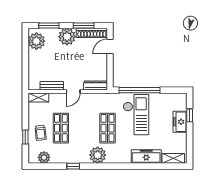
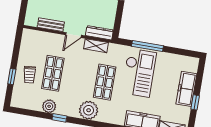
window: (140, 90) -> (147, 46), width x0.68
shelving: (38, 97) -> (96, 46), moved
window: (190, 115) -> (195, 102), moved
freezer: (180, 122) -> (186, 89), width x1.40
plant: (44, 157) -> (49, 106), moved

